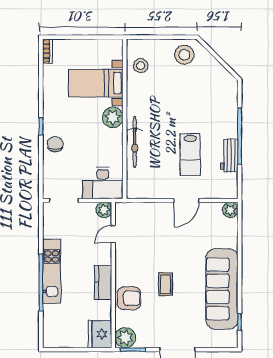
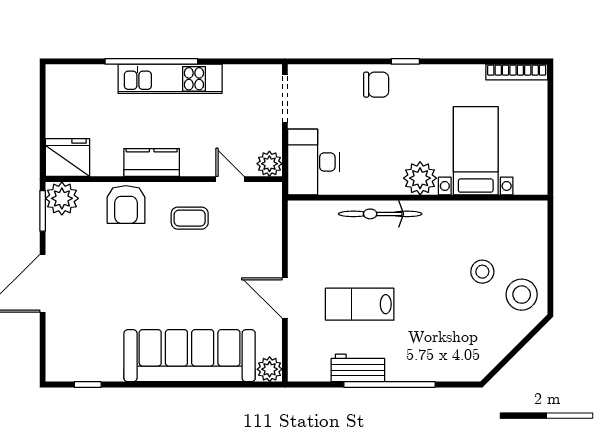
bookcase: (47, 51) -> (517, 72), width x1.56
stool: (141, 66) -> (482, 272), moved
coffee table: (165, 284) -> (190, 218), moved
sofa: (222, 289) -> (190, 356), moved

